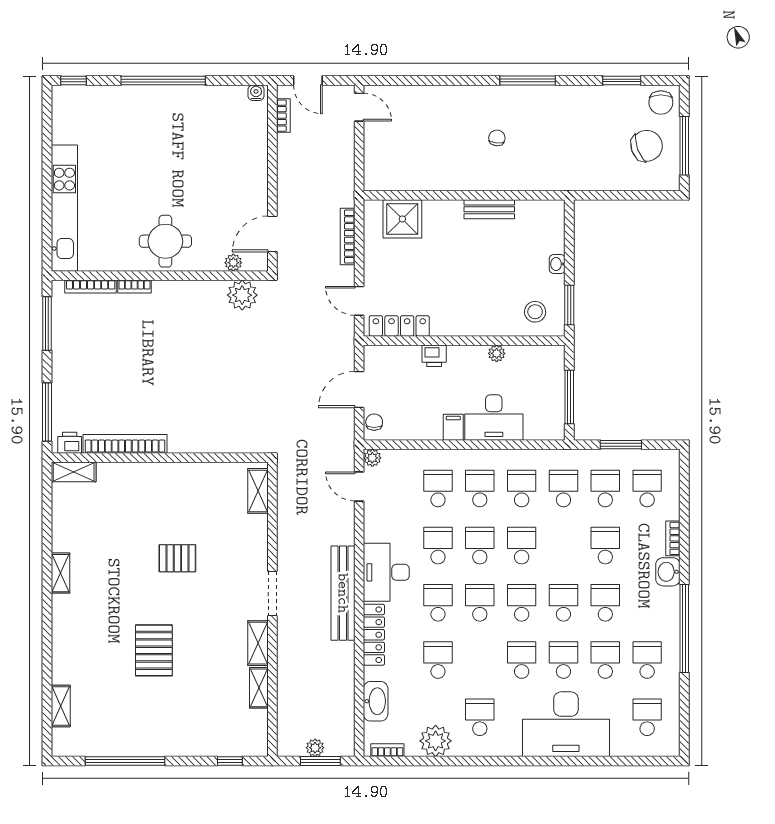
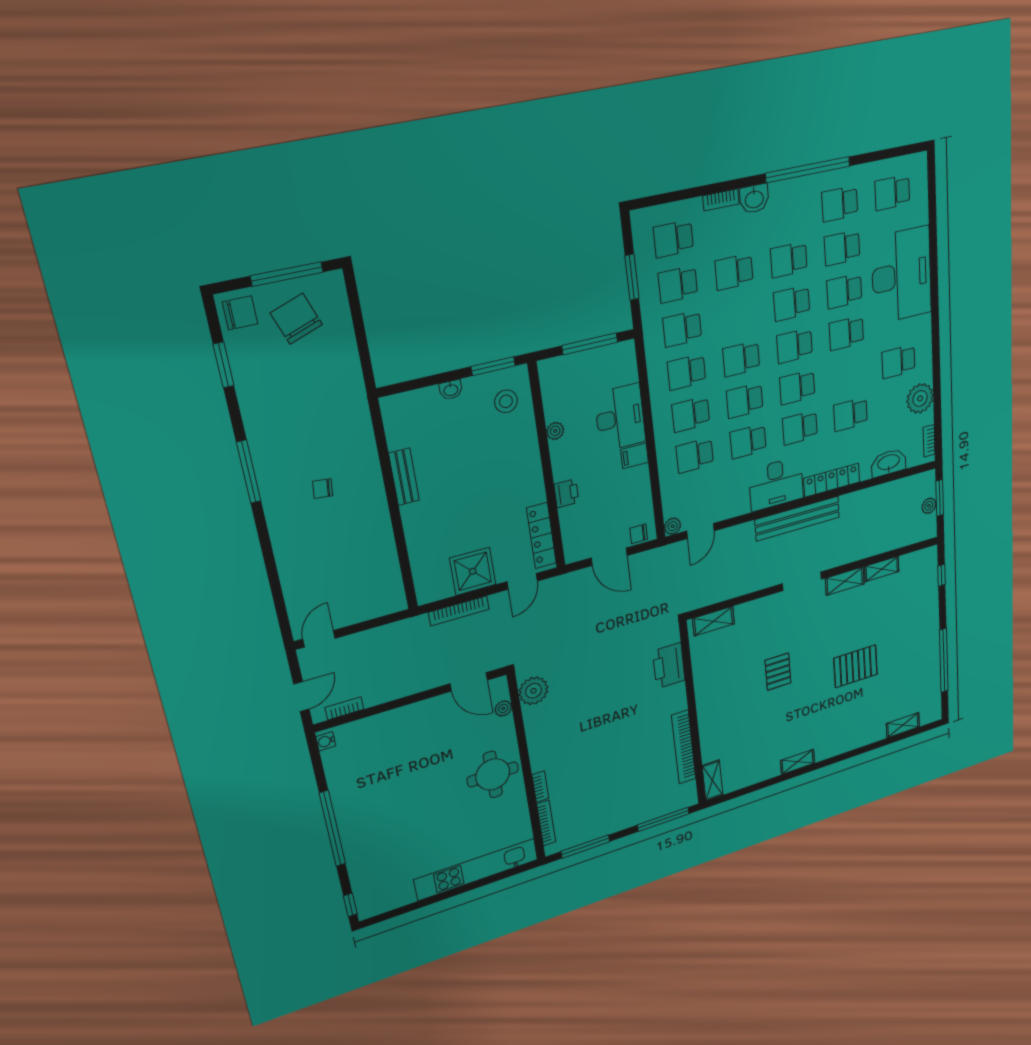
shower: (402, 219) -> (473, 571), moved
printer: (70, 443) -> (669, 666), moved, width x1.87, depth x1.48

